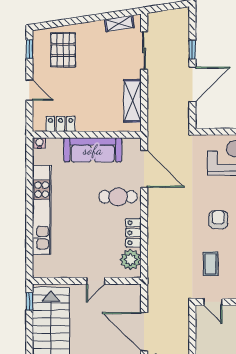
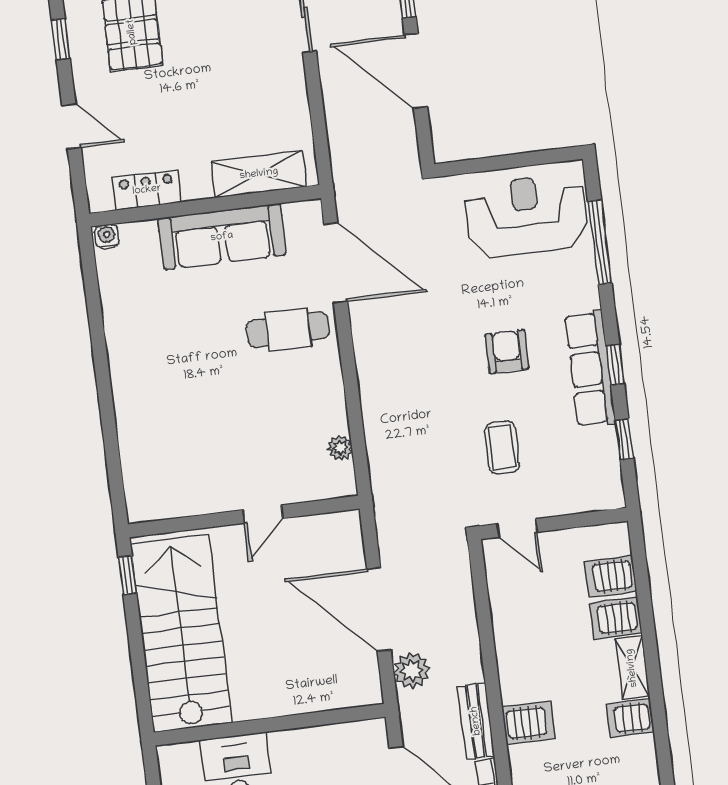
door: (192, 84) -> (416, 71), swing flipped
shelving: (132, 101) -> (259, 174), moved, turned 90
kitchen unit: (42, 210) -> (129, 378), removed
locker: (133, 233) -> (330, 402), removed
plant: (130, 260) -> (340, 448), width x0.53, depth x0.53

